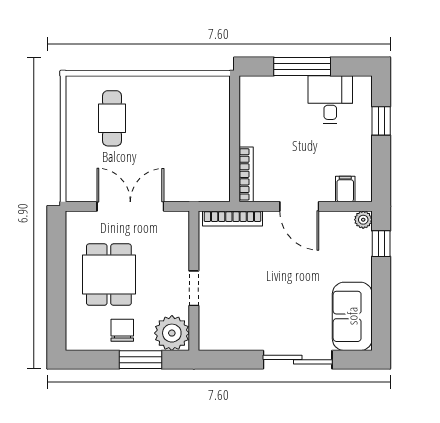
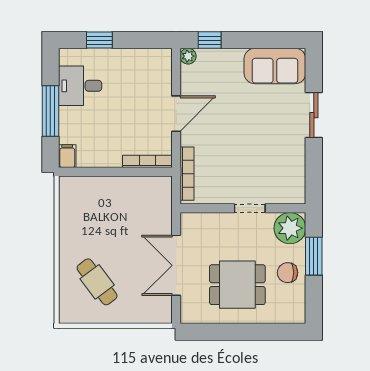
cafe table: (112, 118) -> (97, 282), turned 53
filing cabinet: (345, 189) -> (67, 156), moved, turned 90
sliding door: (298, 360) -> (314, 115), width x0.73

